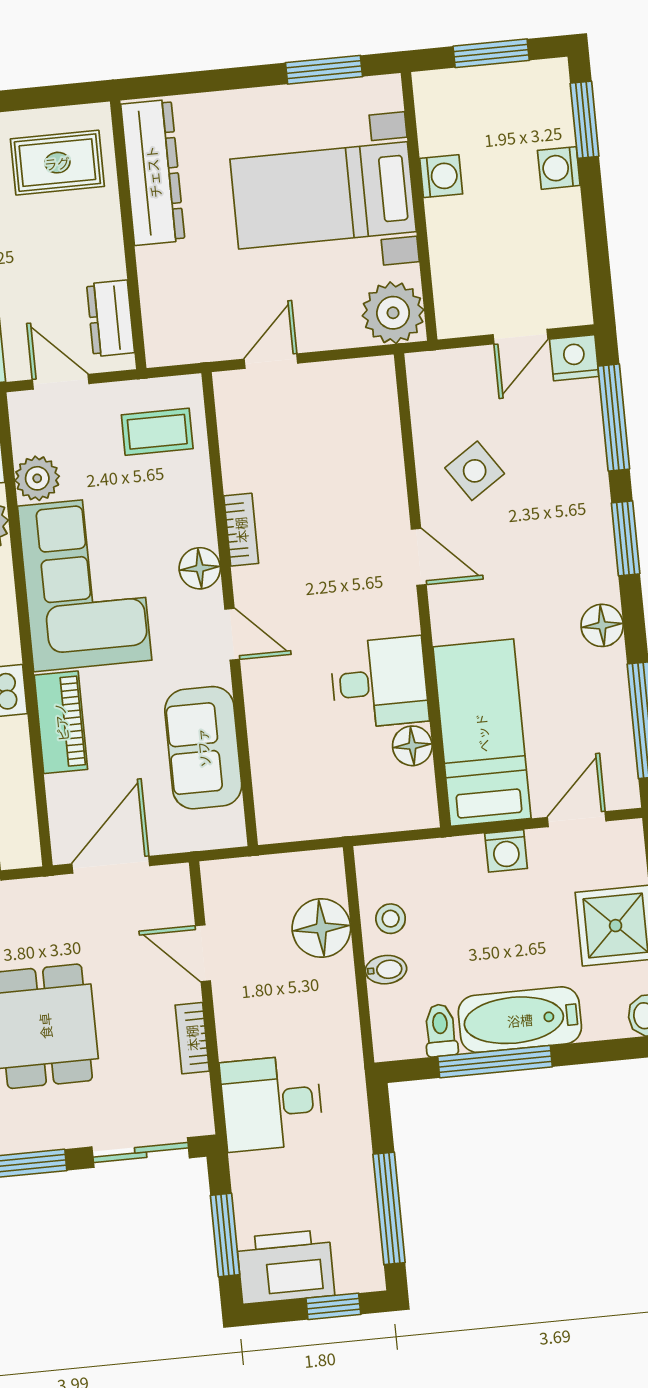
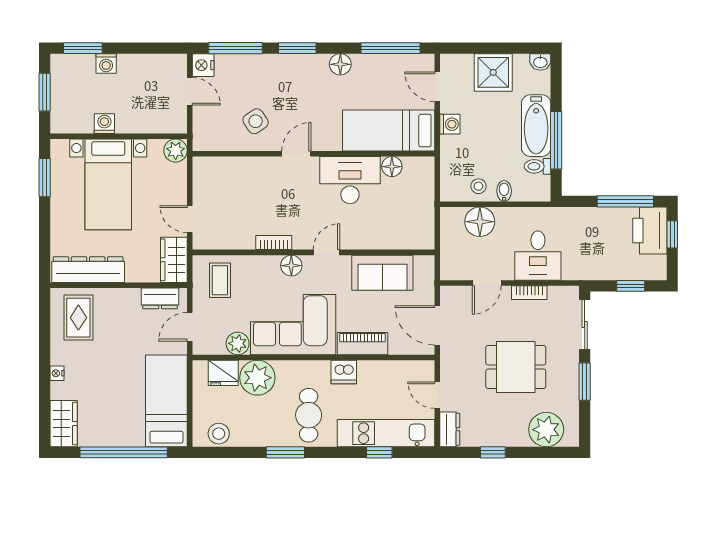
plant: (393, 313) -> (176, 151), width x0.73, depth x0.73
wardrobe: (188, 338) -> (174, 260), added
desk: (379, 682) -> (350, 180), width x1.37
desk: (272, 1103) -> (538, 256), moved
window: (225, 1235) -> (631, 286), width x0.67
printer: (286, 1267) -> (650, 230), moved

